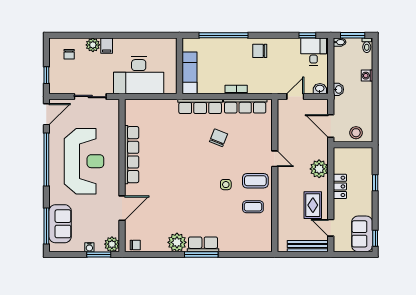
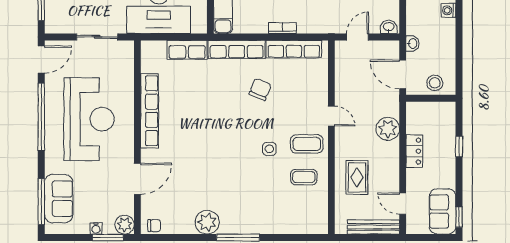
washbasin: (338, 89) -> (412, 43), moved
rug: (313, 205) -> (357, 177), moved
row of seats: (203, 244) -> (187, 50), moved, turned 180

